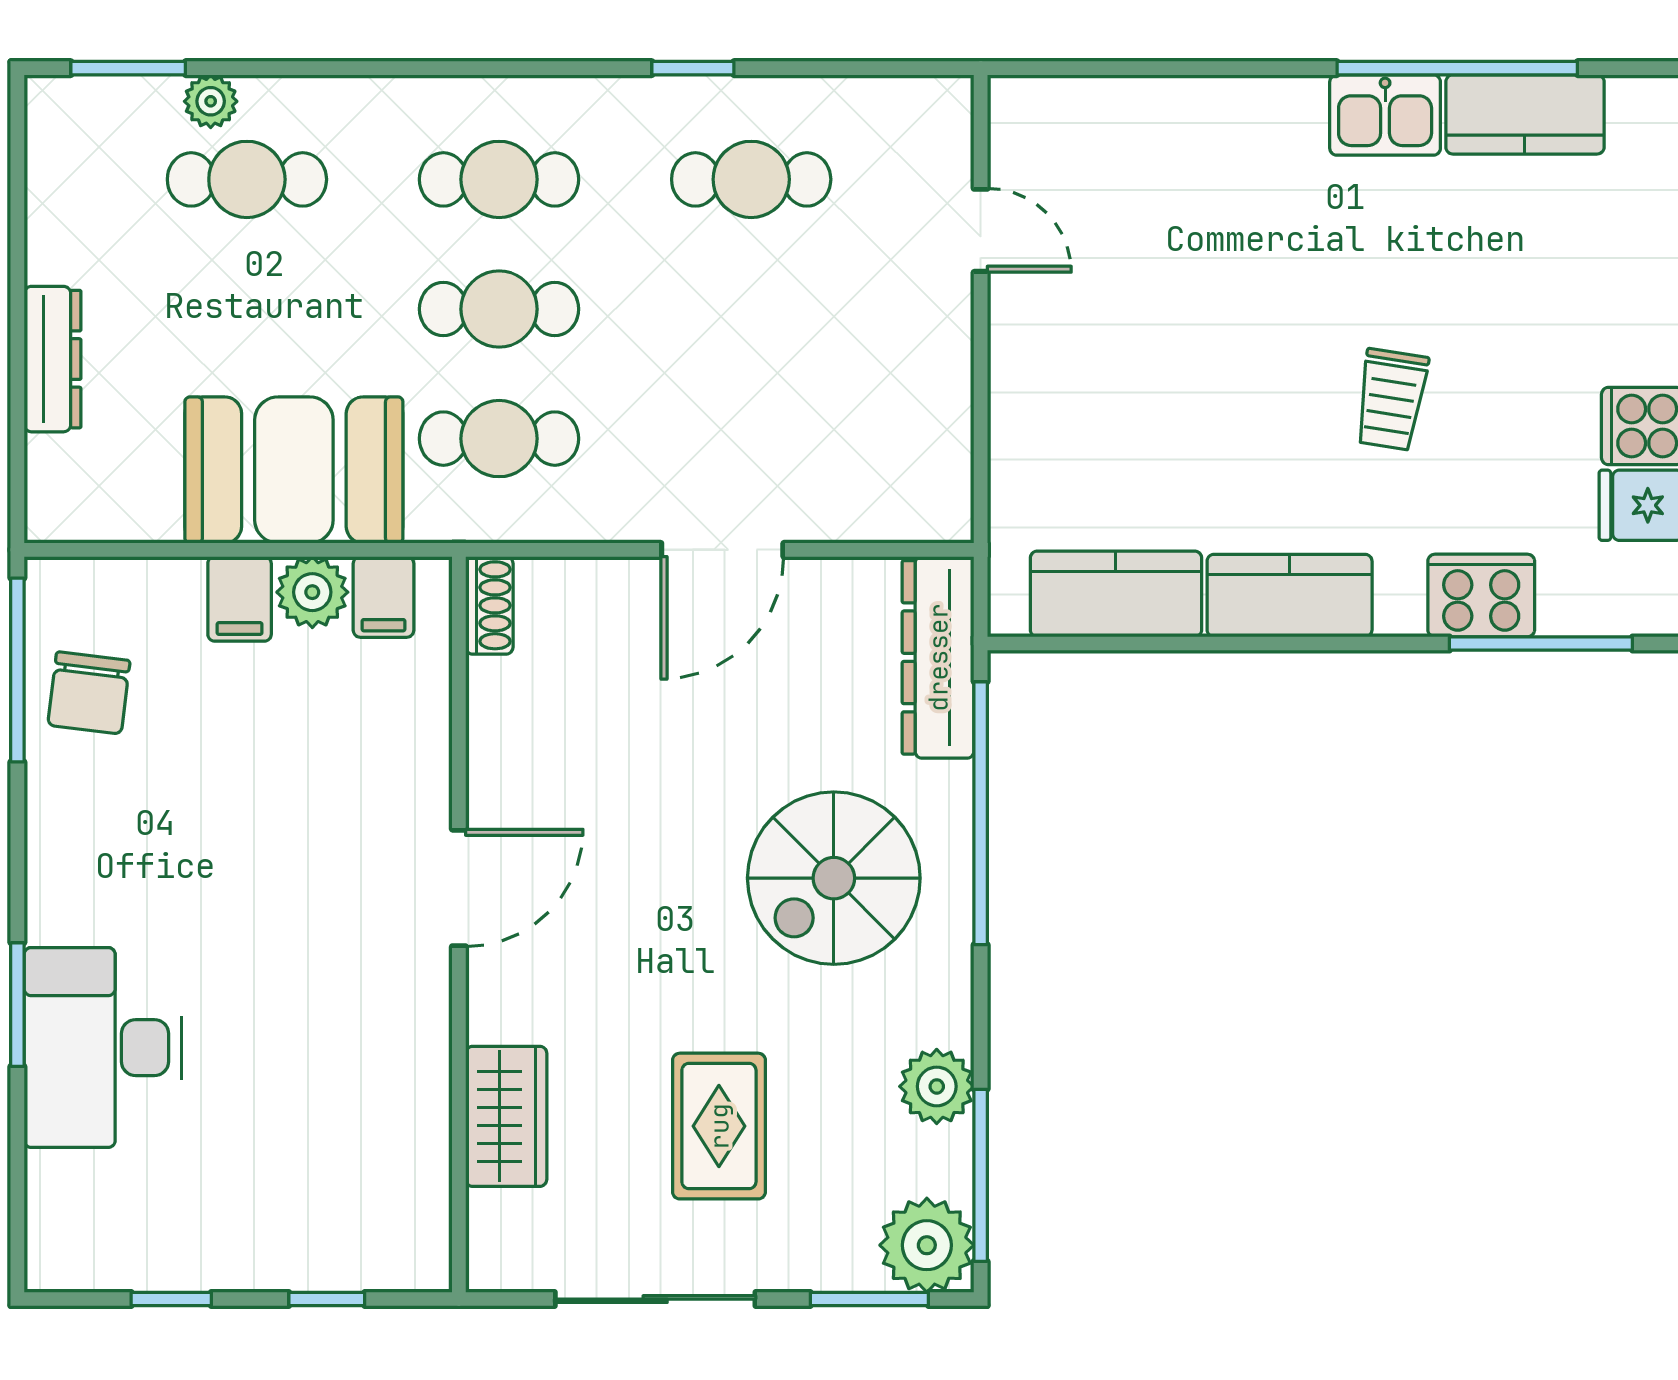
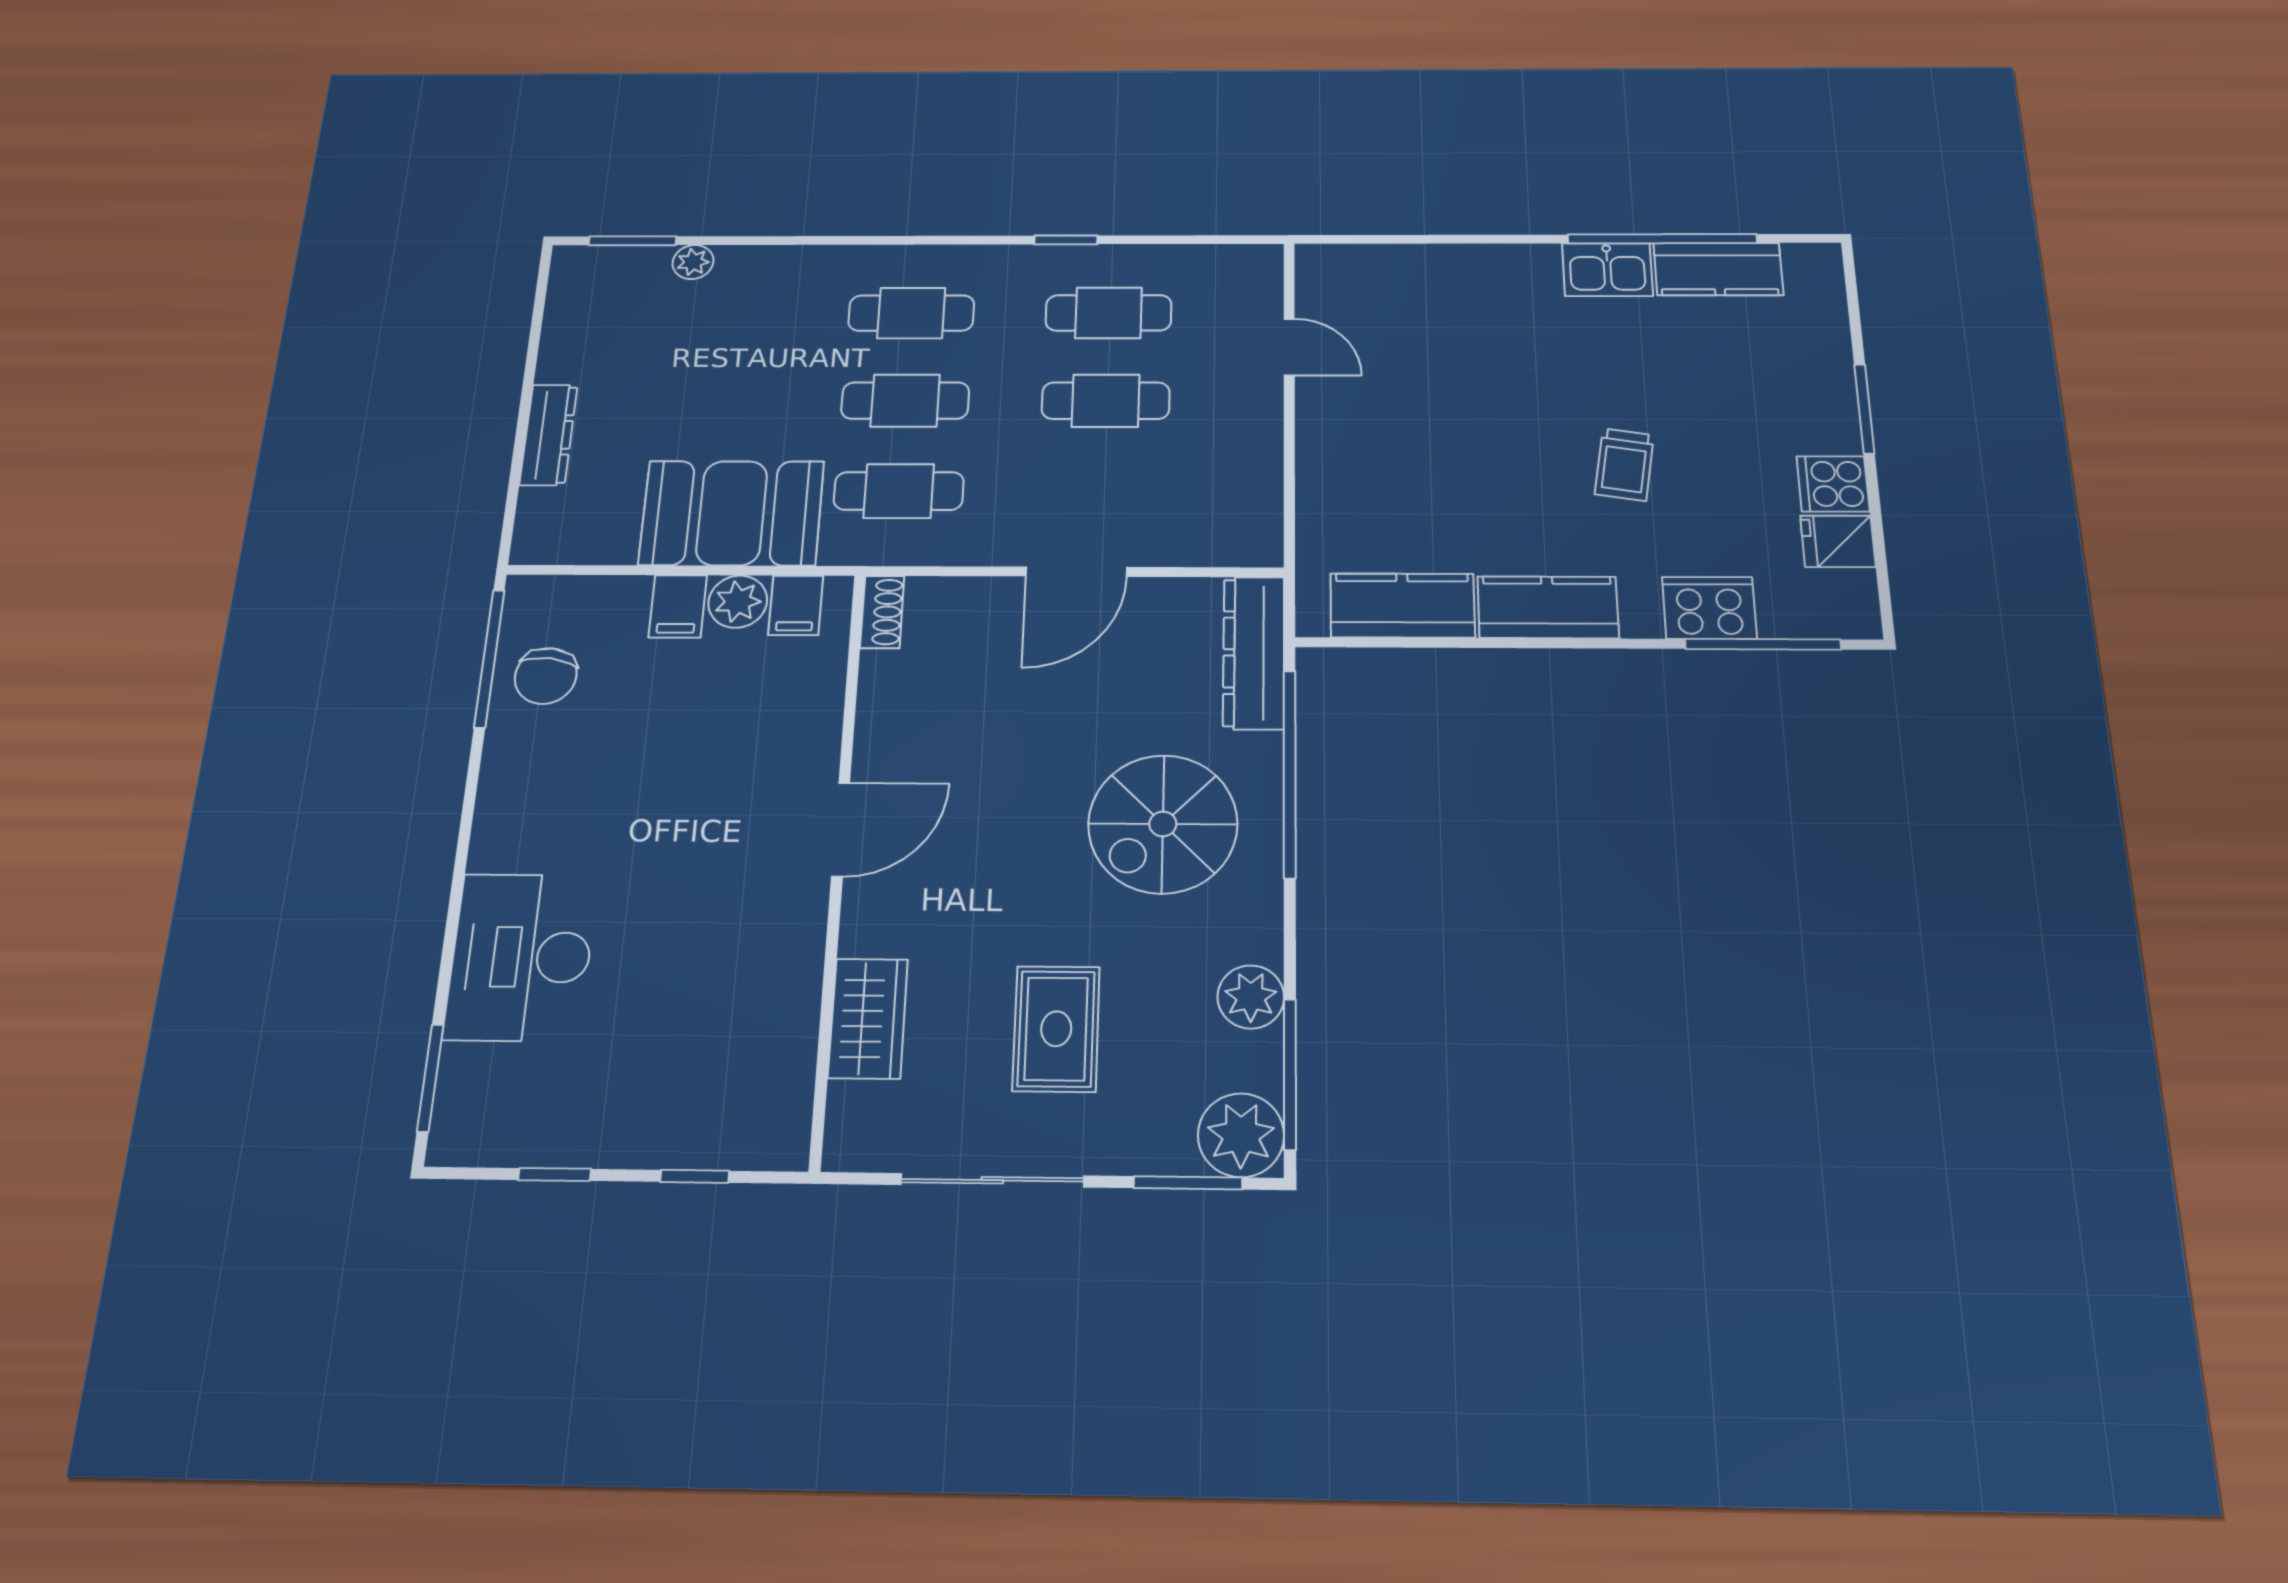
cafe table: (247, 179) -> (1106, 401), moved
window: (17, 1005) -> (430, 1078), moved

